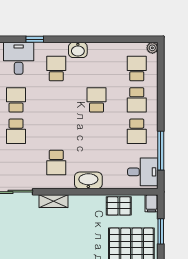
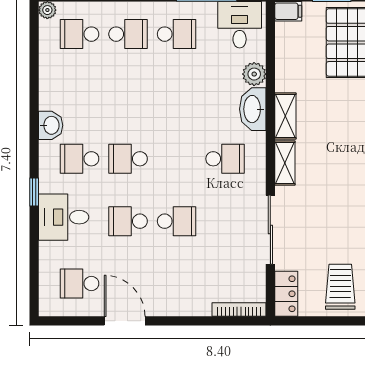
school desk: (96, 100) -> (128, 159), moved
plant: (111, 181) -> (254, 74), added
shelving: (84, 201) -> (285, 116), added
pallet: (119, 206) -> (292, 62), removed

